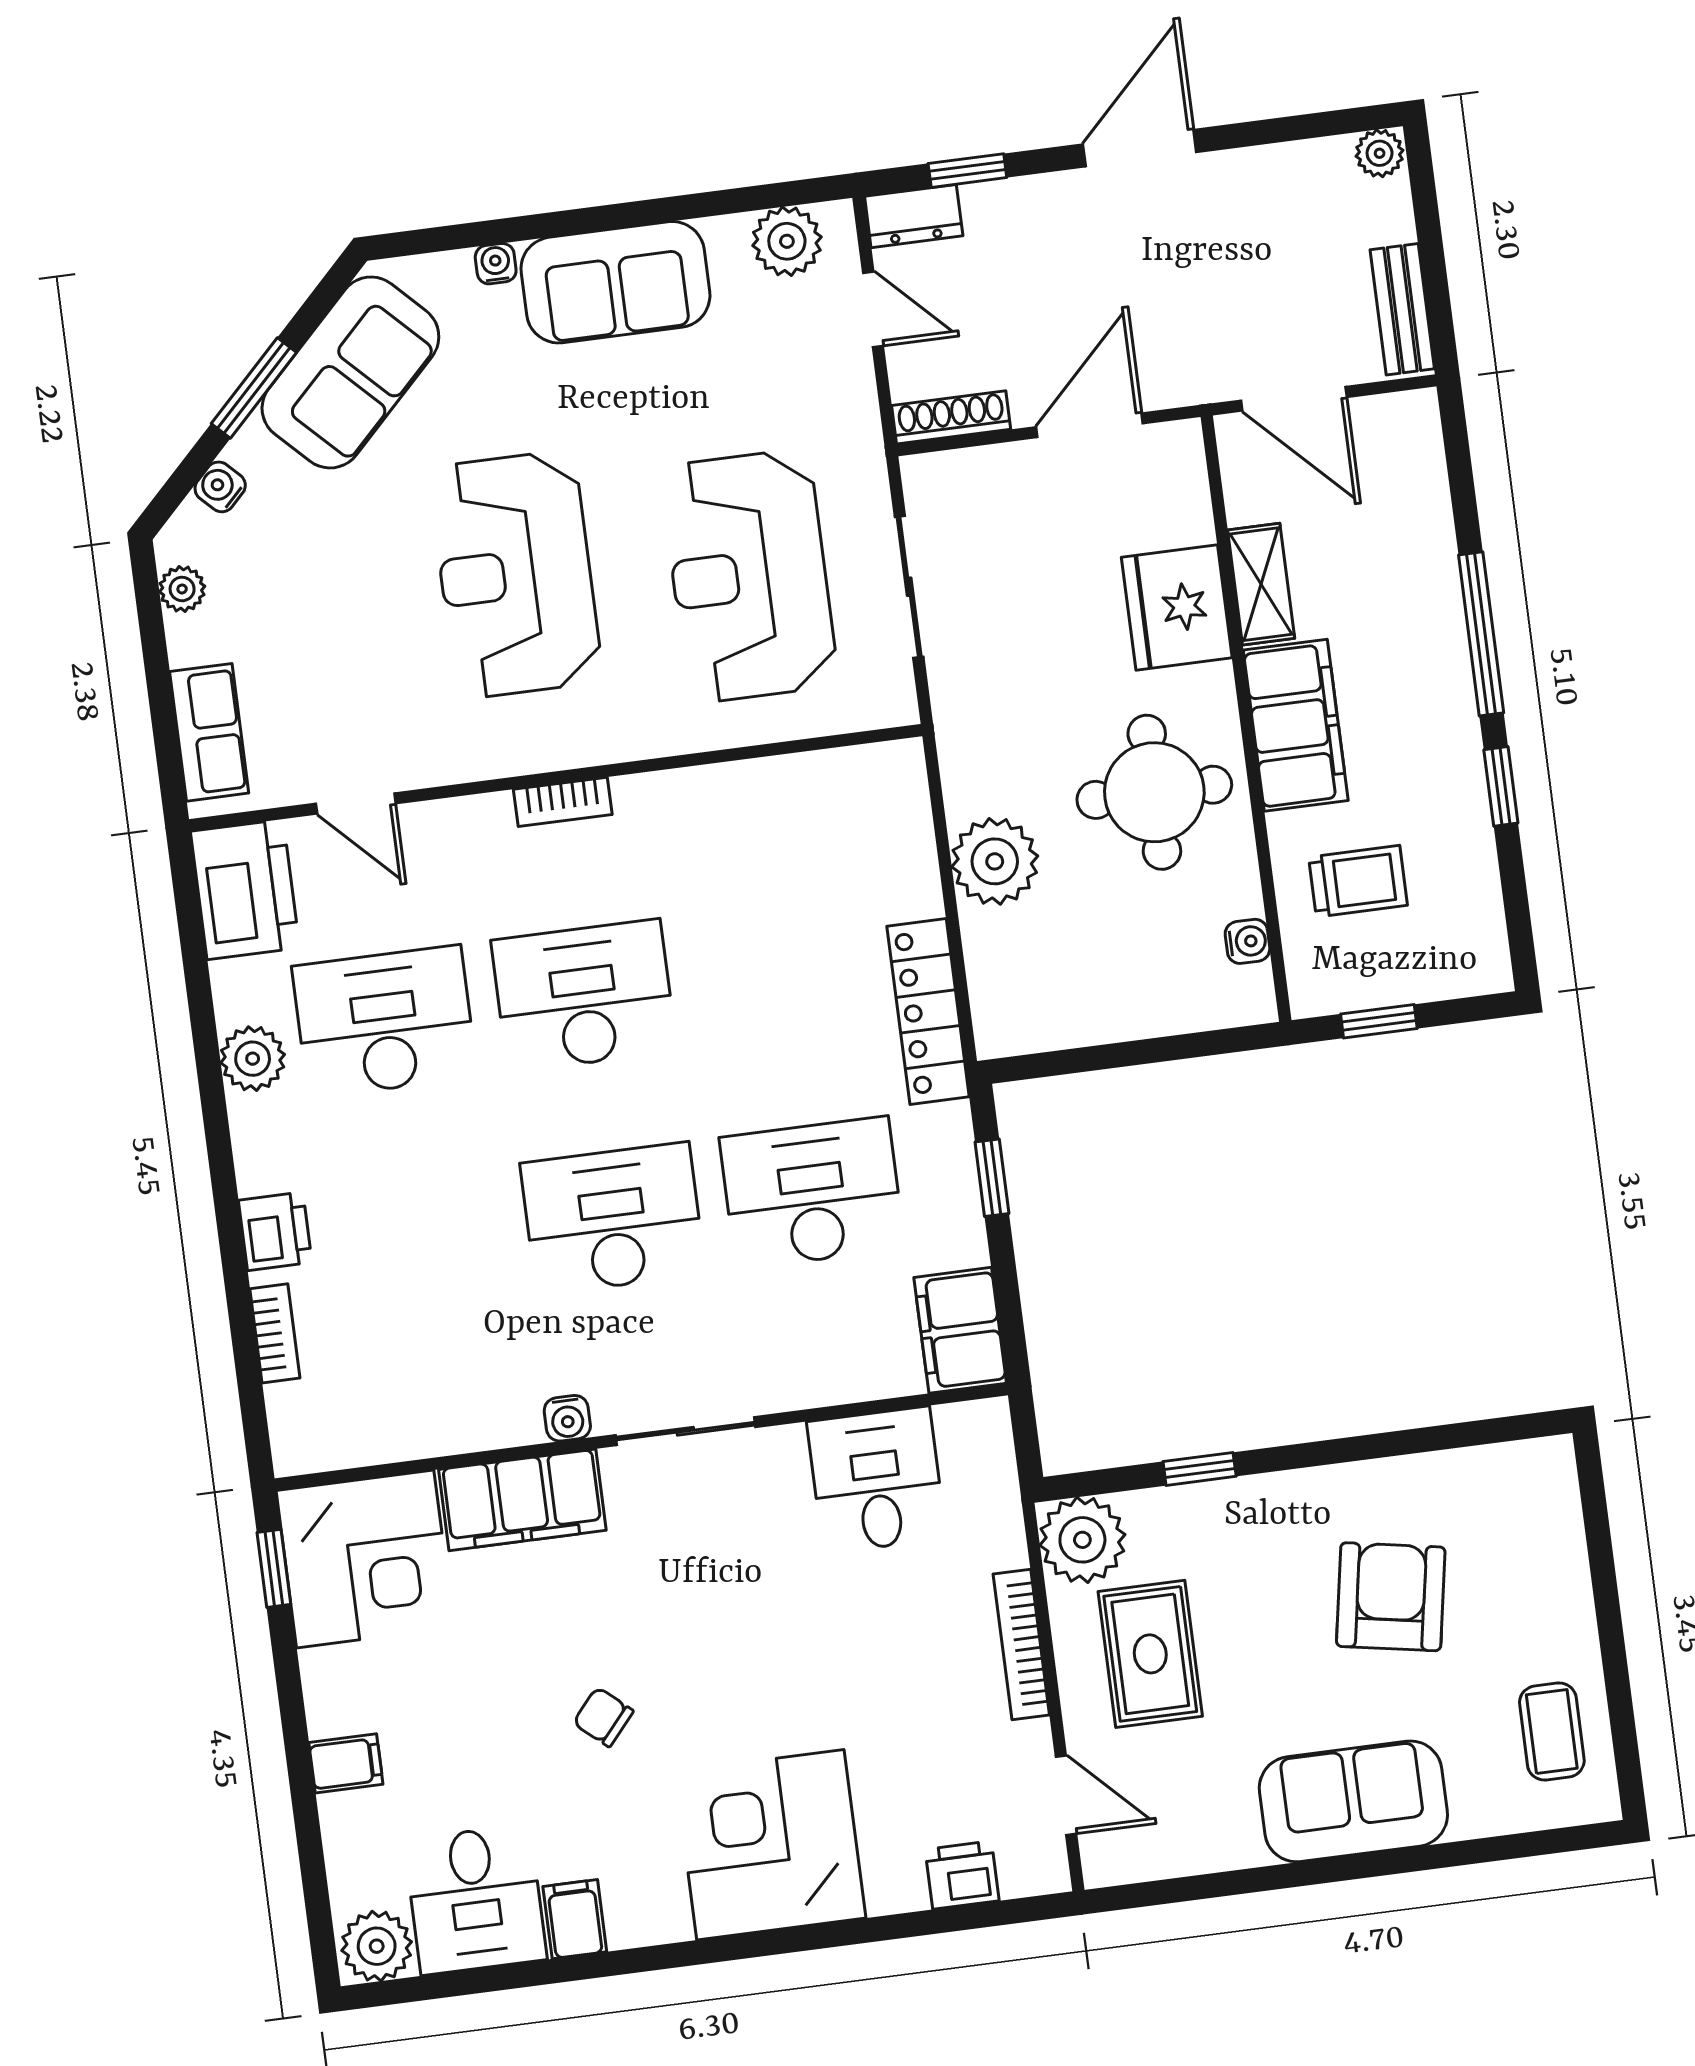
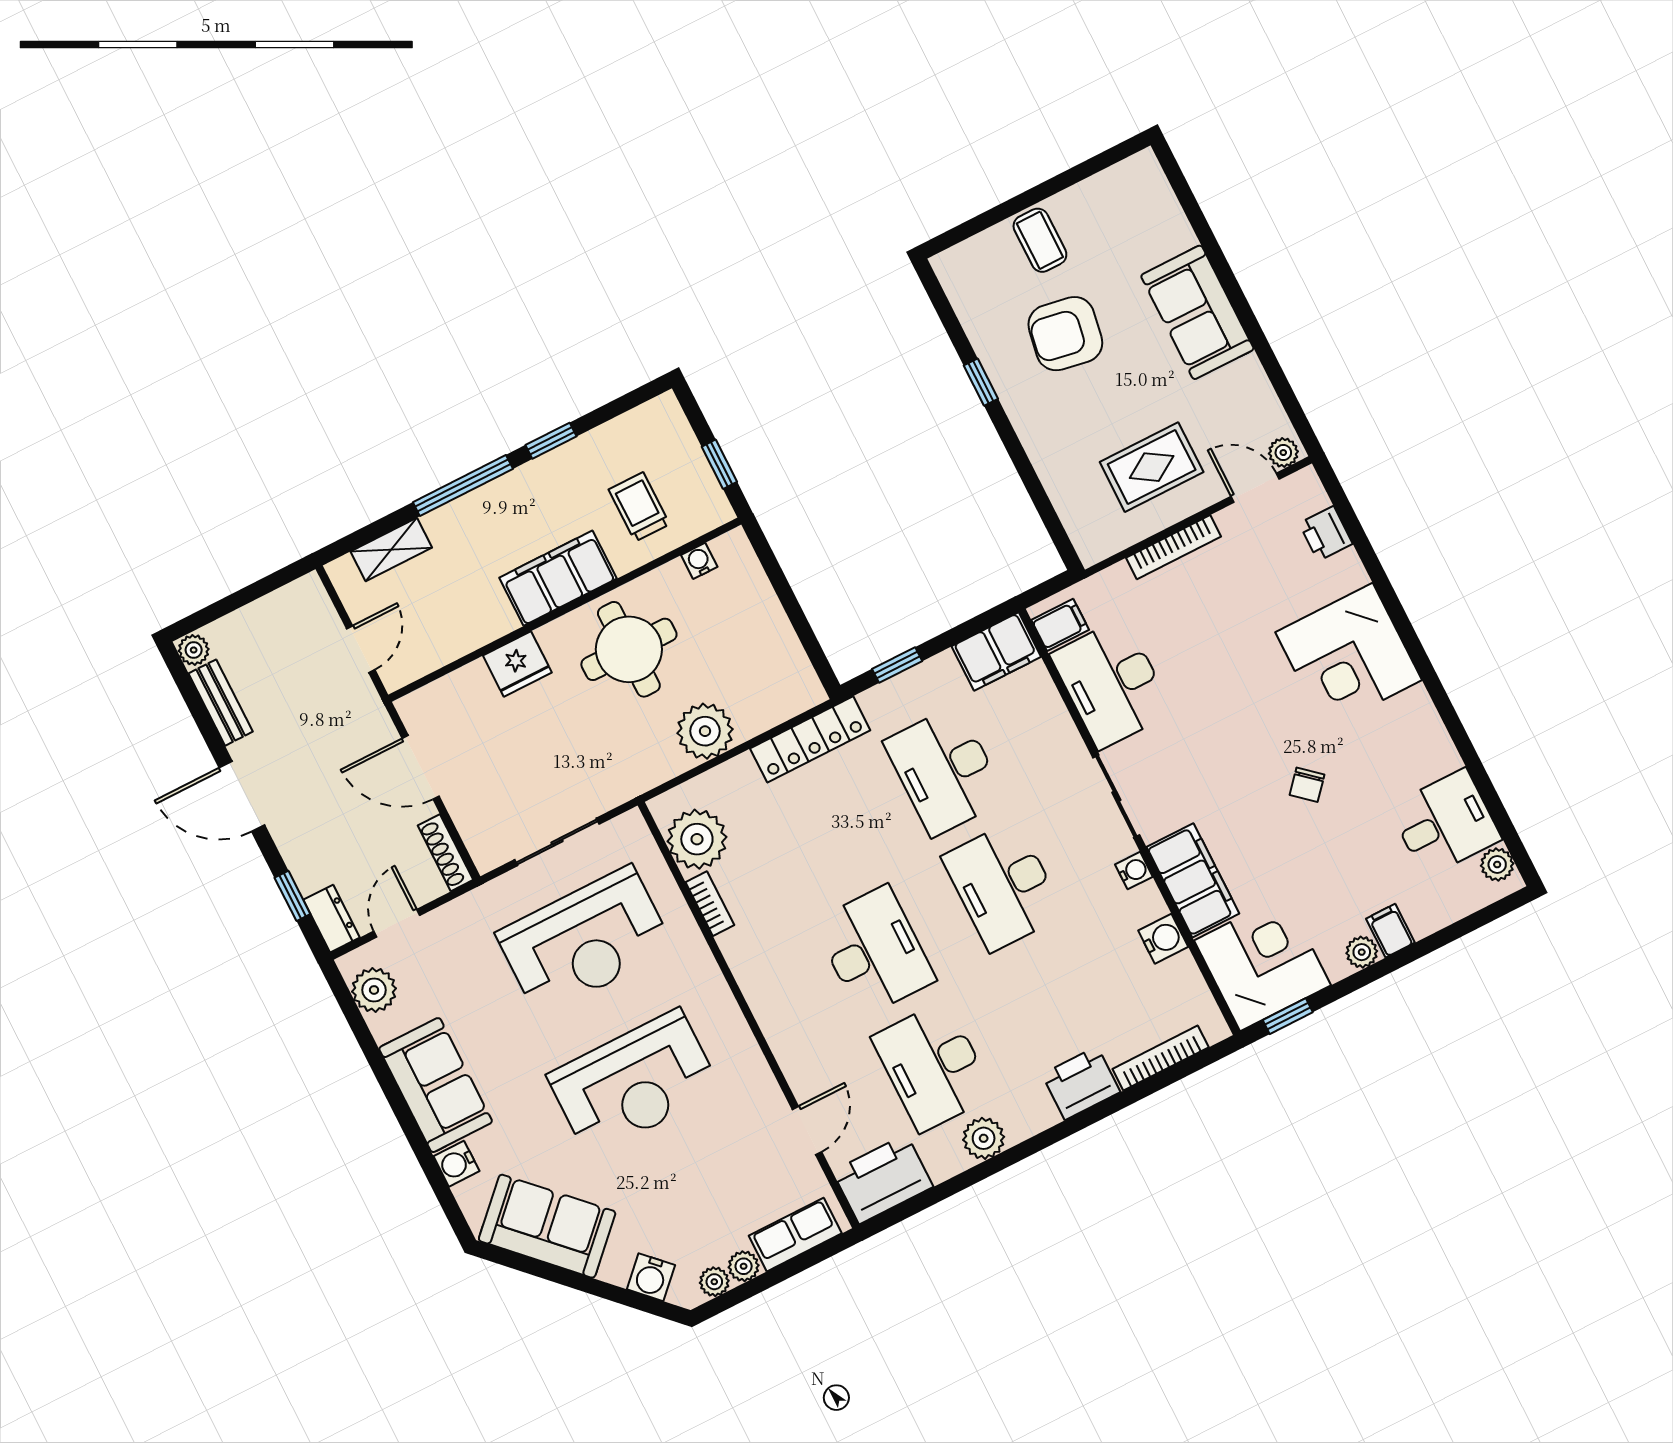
water cooler: (496, 264) -> (456, 1164), width x1.38, depth x1.38
bench: (1402, 309) -> (221, 703), moved, turned 90
window: (254, 388) -> (577, 1281), removed
door: (1294, 399) -> (361, 649), width x0.73
water cooler: (220, 487) -> (651, 1277), width x1.38, depth x1.38
shelving: (1261, 584) -> (391, 549), moved
fridge: (1177, 608) -> (517, 664), width x0.73, depth x0.75
plant: (190, 640) -> (744, 1266), added
plant: (840, 794) -> (697, 839), added
bookcase: (563, 802) -> (710, 904), moved
desk: (584, 996) -> (874, 951), turned 180
printer: (275, 1231) -> (1081, 1083), width x1.36, depth x1.24
bookcase: (275, 1333) -> (1161, 1058), width x1.56
water cooler: (452, 1426) -> (1163, 939), added
window: (1200, 1469) -> (981, 382), moved
desk: (876, 1480) -> (1112, 683), width x1.37
plant: (1082, 1540) -> (1283, 453), moved, width x0.53, depth x0.53
plant: (329, 1710) -> (1362, 952), added
coffee table: (1552, 1732) -> (1040, 240), moved, turned 90
door: (1066, 1795) -> (1255, 488), hinge flipped
filing cabinet: (575, 1919) -> (1060, 625), moved, turned 180
plant: (377, 1946) -> (1497, 865), width x0.73, depth x0.73

